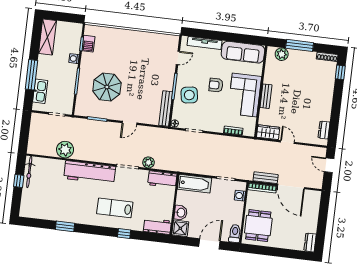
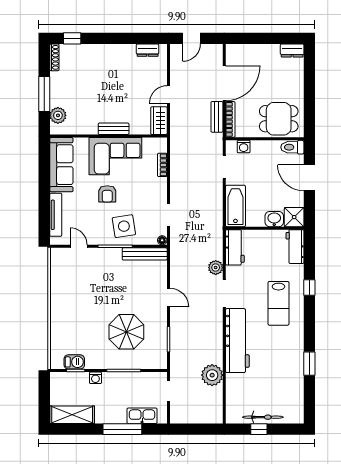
bicycle: (29, 172) -> (263, 417), moved

